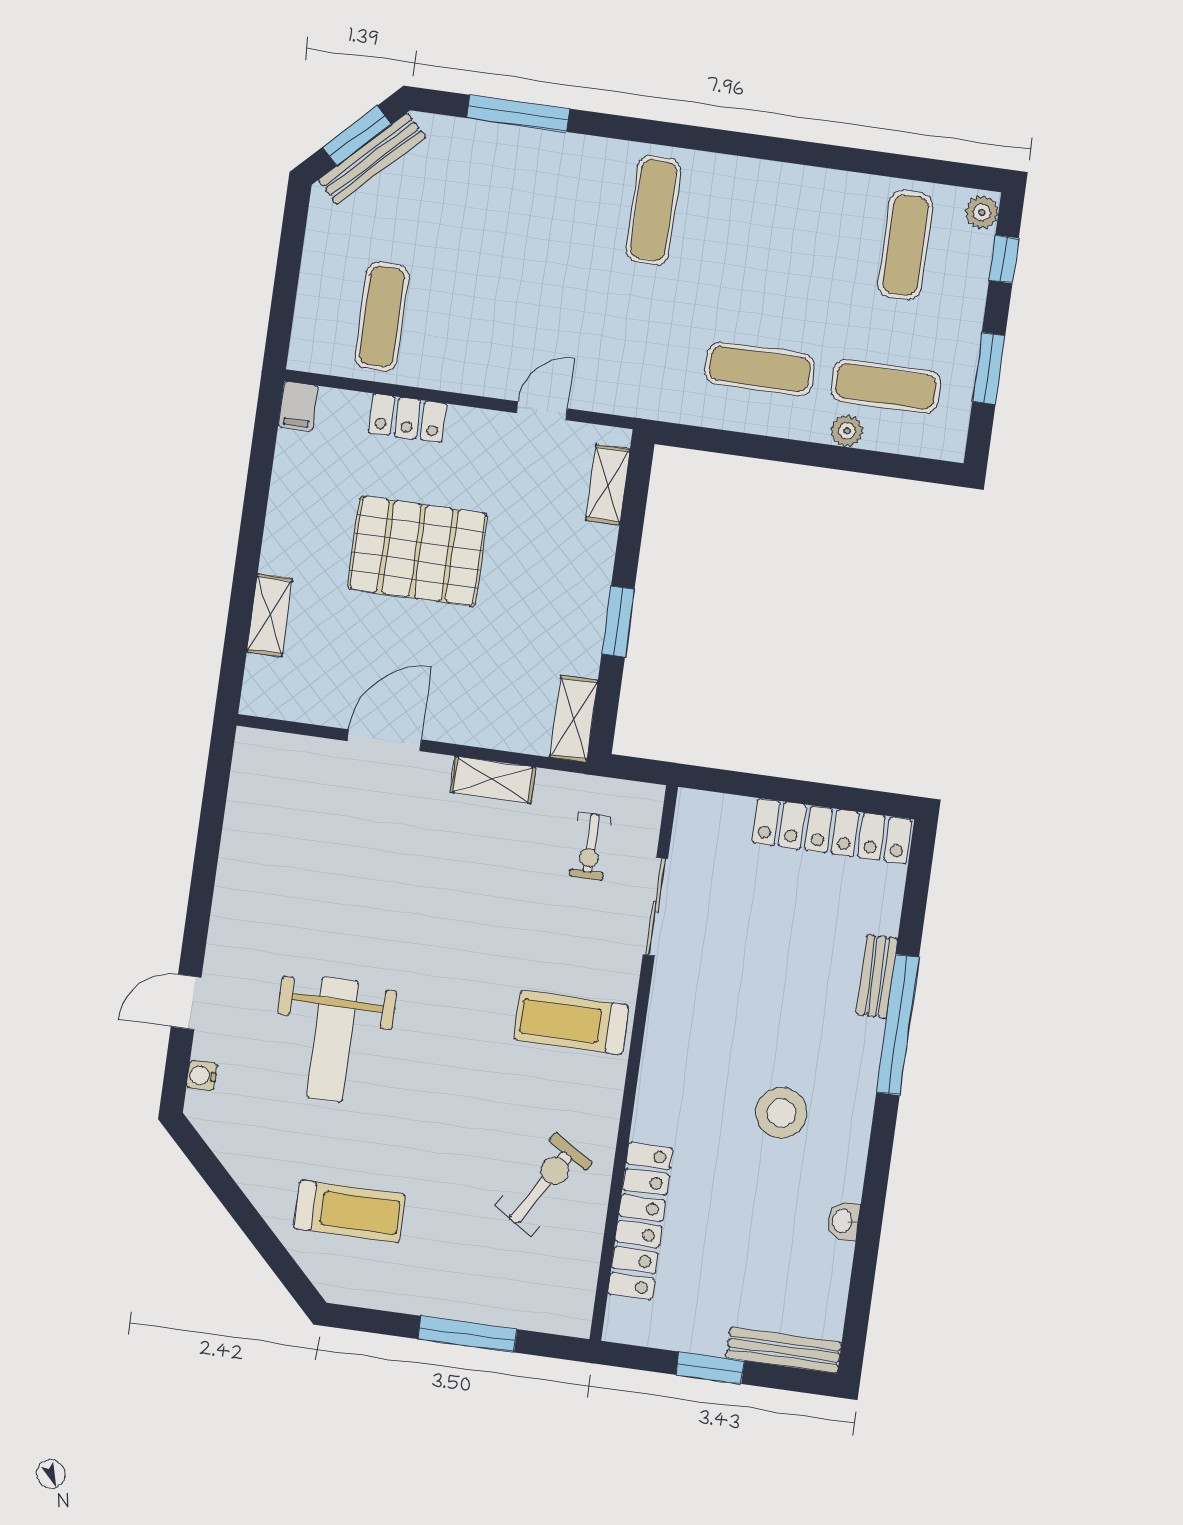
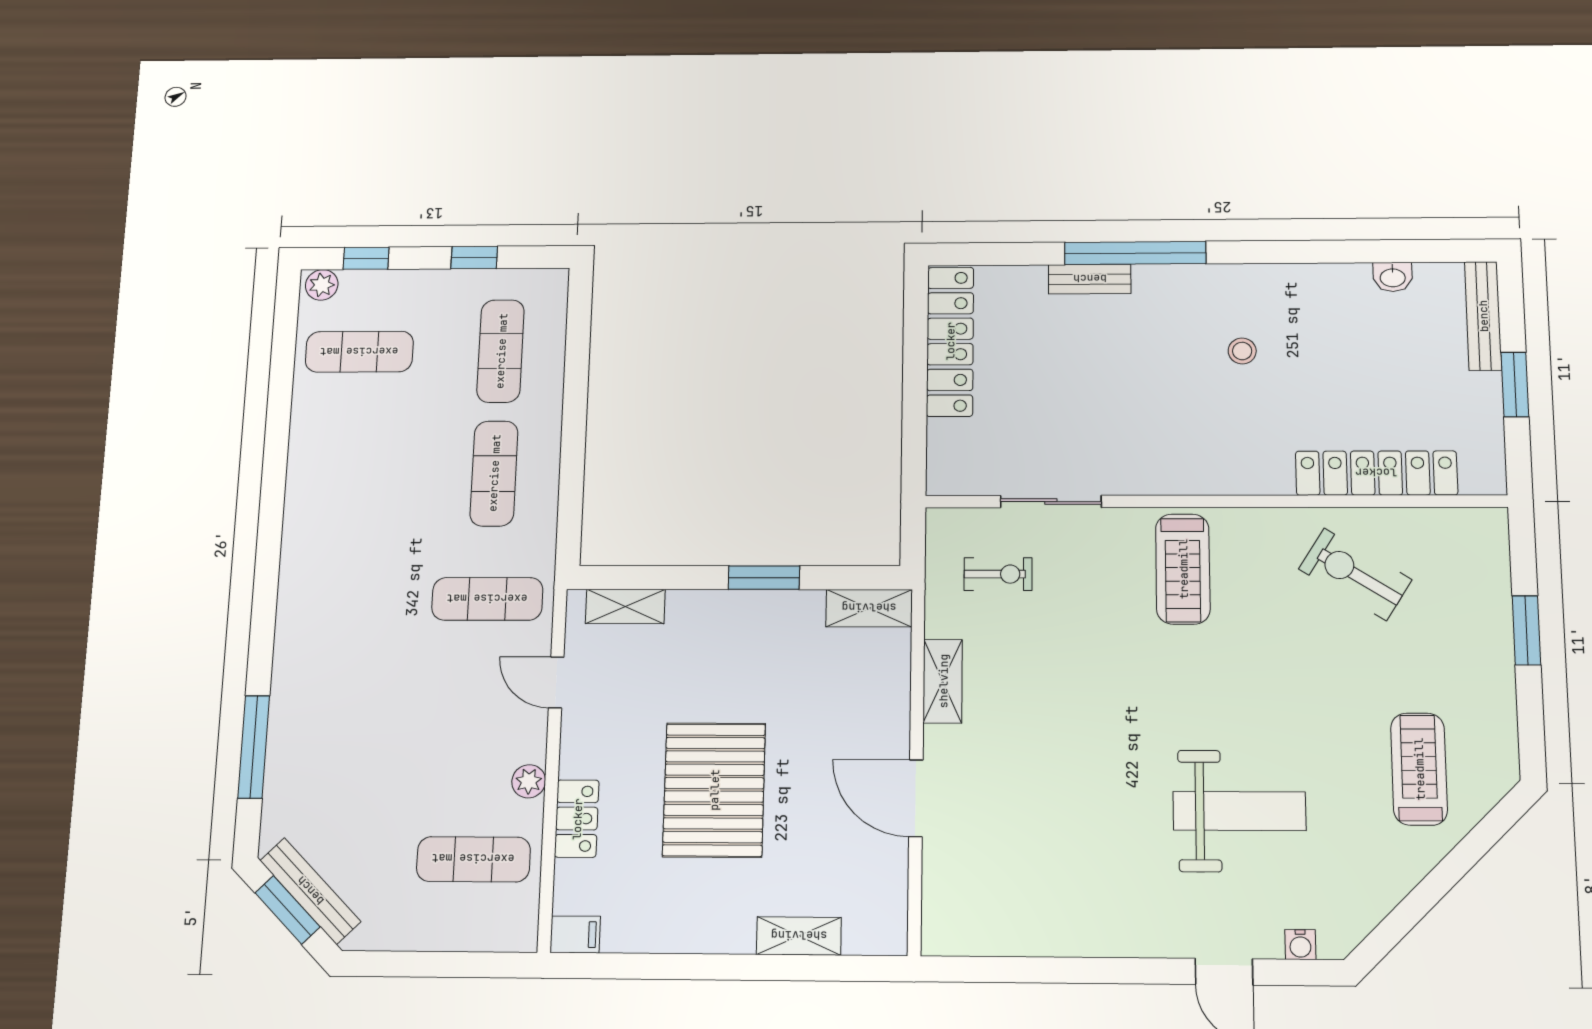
exercise mat: (653, 210) -> (487, 599), moved
window: (989, 369) -> (474, 258), width x0.67
plant: (847, 431) -> (529, 781), moved
stool: (781, 1113) -> (1242, 351), width x0.53, depth x0.53
washbasin: (843, 1221) -> (1393, 277), moved
window: (467, 1334) -> (1526, 630), width x0.69

